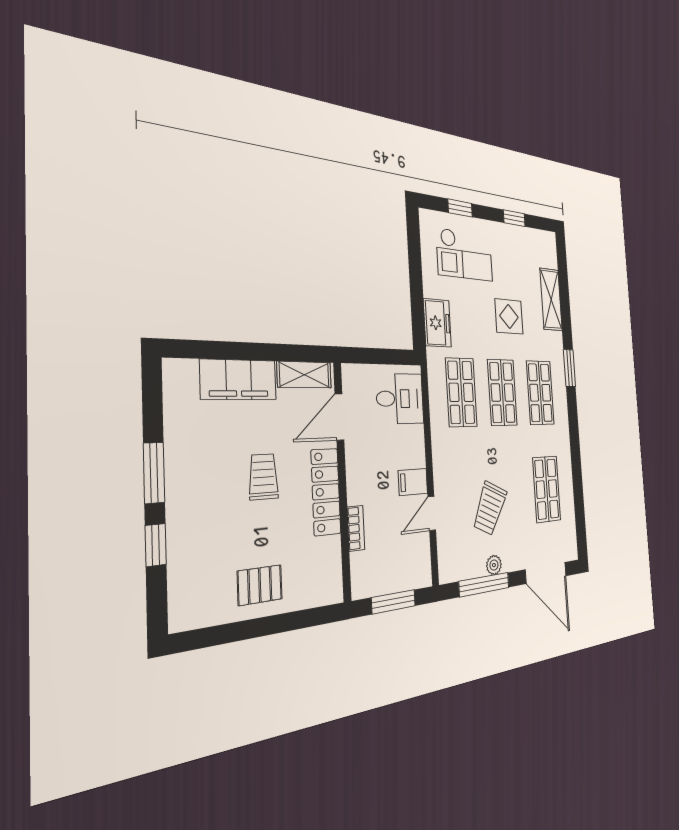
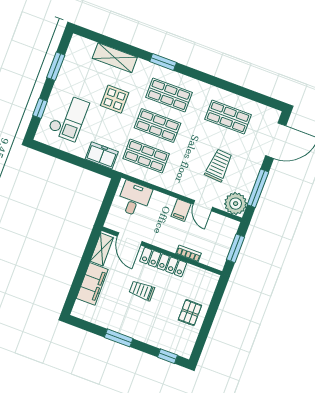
window: (514, 218) -> (56, 66), width x1.50
trolley: (490, 508) -> (219, 165), turned -112
window: (156, 545) -> (168, 356), moved
plant: (494, 565) -> (236, 204), moved, width x1.88, depth x1.88

